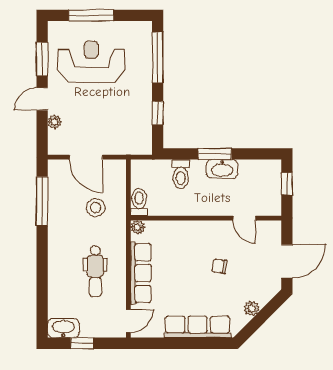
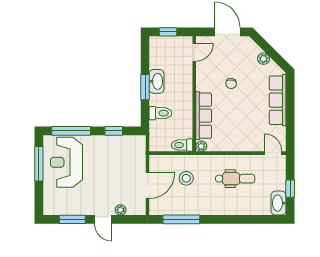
window: (91, 15) -> (39, 164), moved
reception desk: (91, 62) -> (66, 162), moved
door: (244, 218) -> (194, 52), moved
row of seats: (141, 273) -> (204, 116), moved, turned 90

